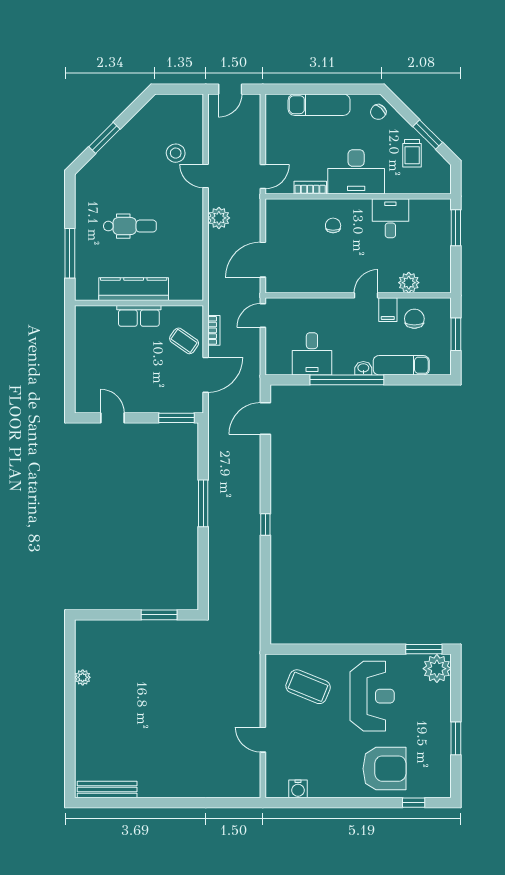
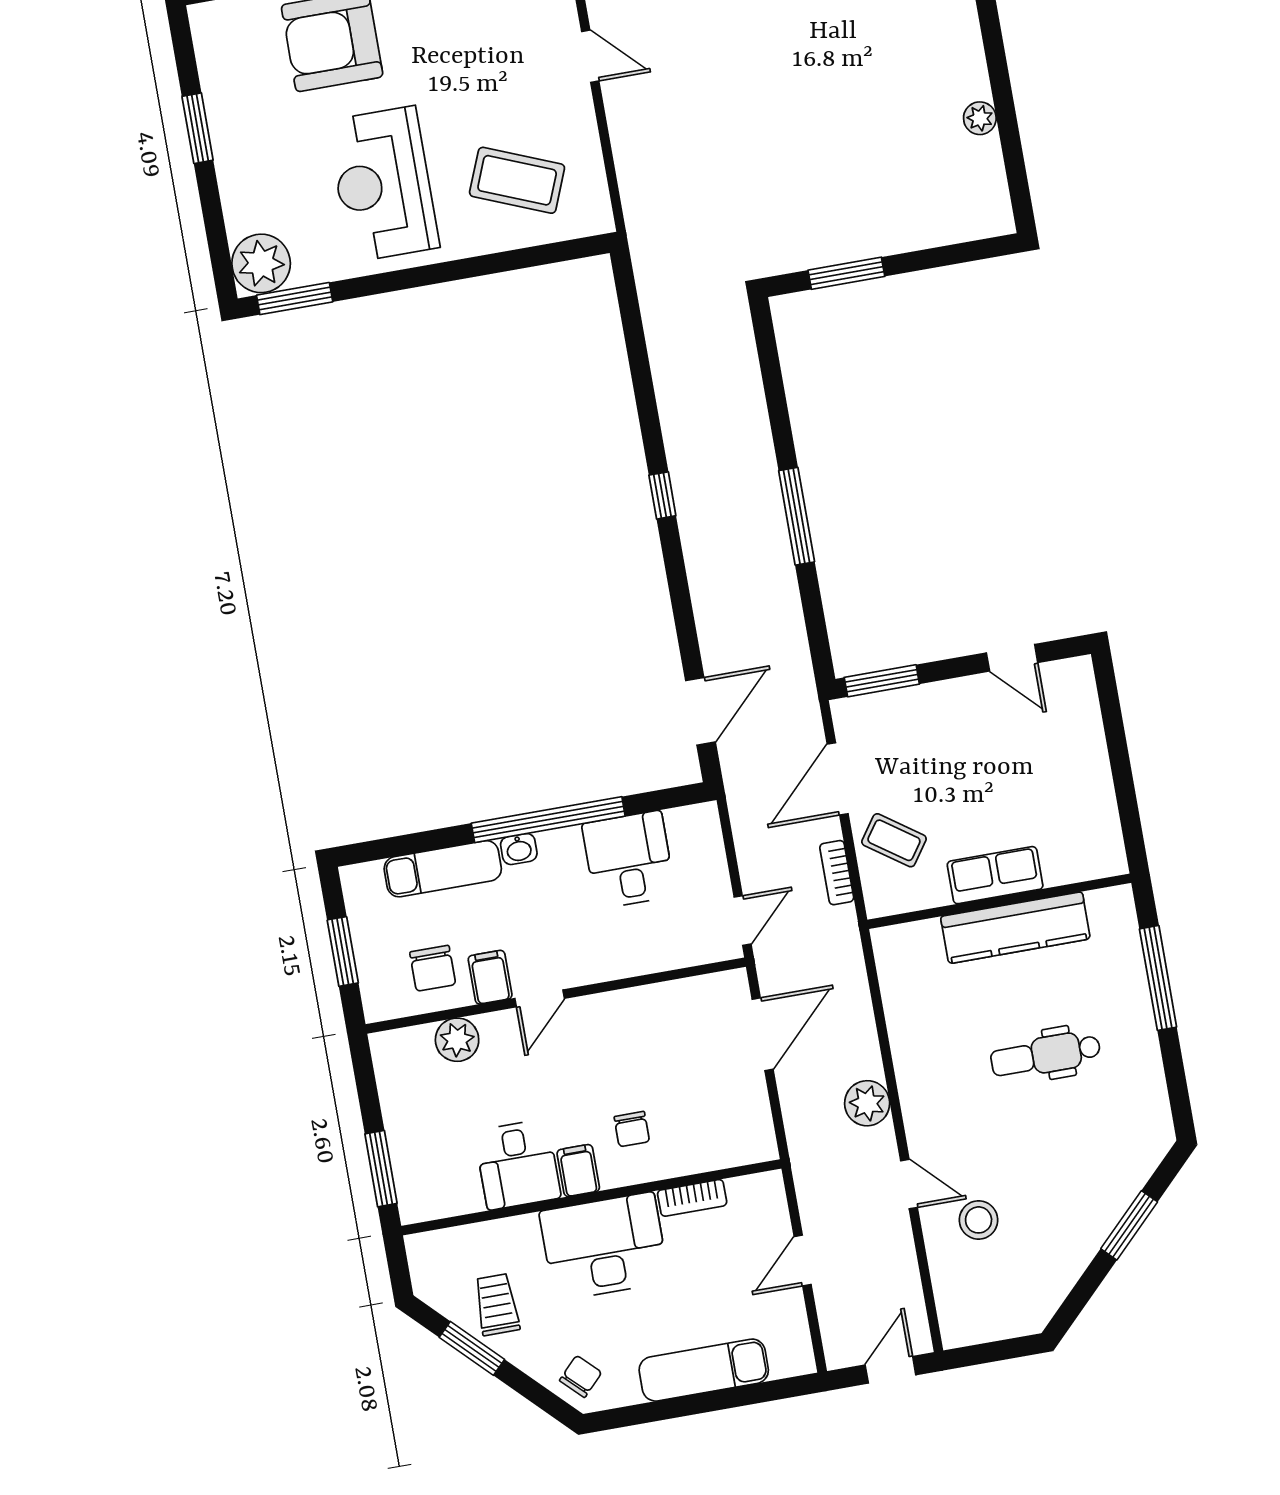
door: (263, 177) -> (803, 1260), moved
filing cabinet: (362, 210) -> (578, 1171), added

